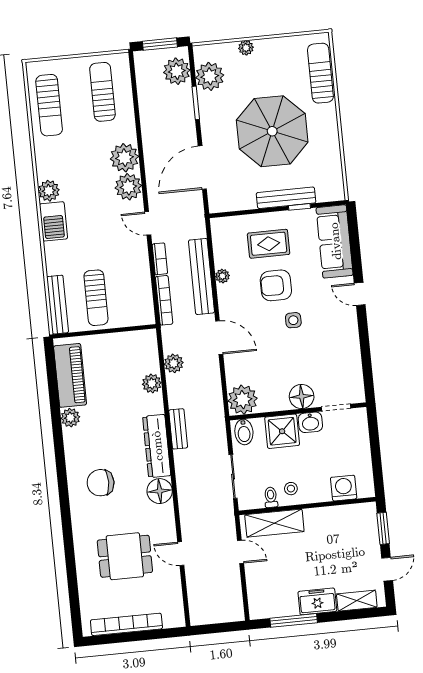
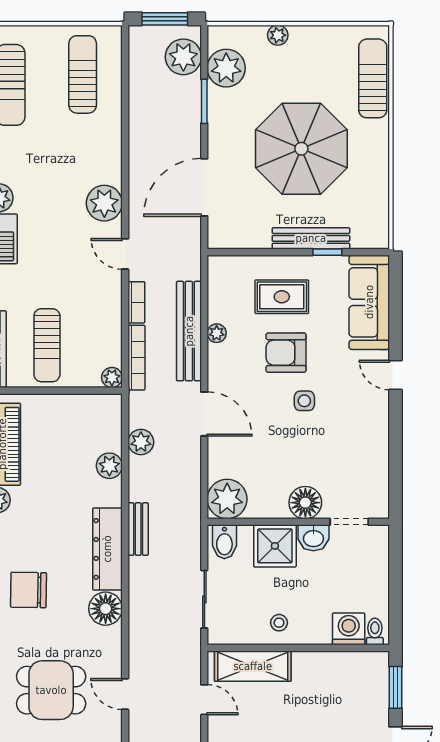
plant: (124, 158) -> (112, 377), moved, width x0.53, depth x0.53
toilet: (271, 497) -> (375, 632), moved

